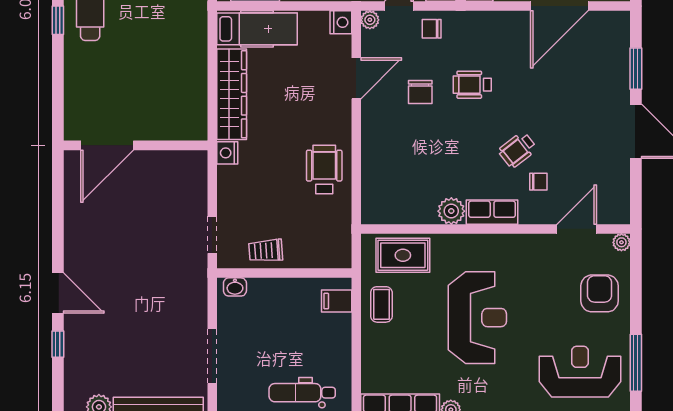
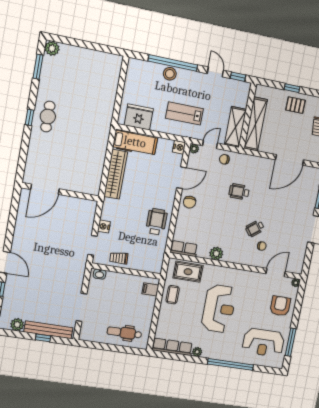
chair: (420, 92) -> (190, 202), moved
nightstand: (227, 153) -> (104, 226), moved
row of seats: (492, 212) -> (184, 249), moved
reception desk: (580, 372) -> (263, 343), turned 180

